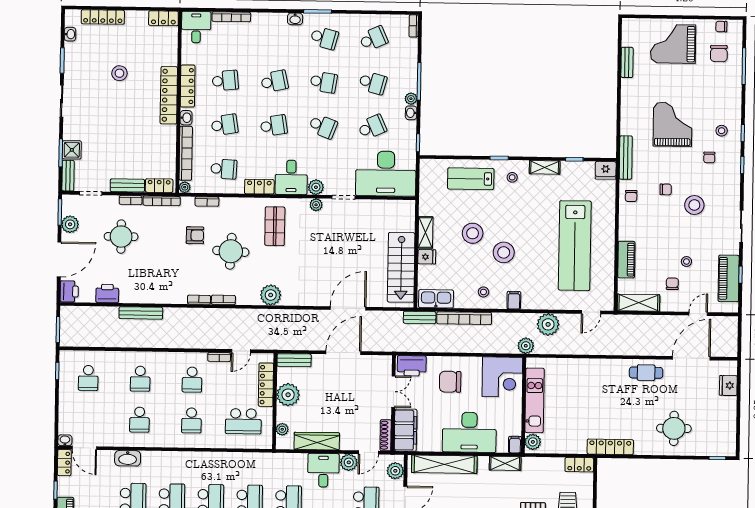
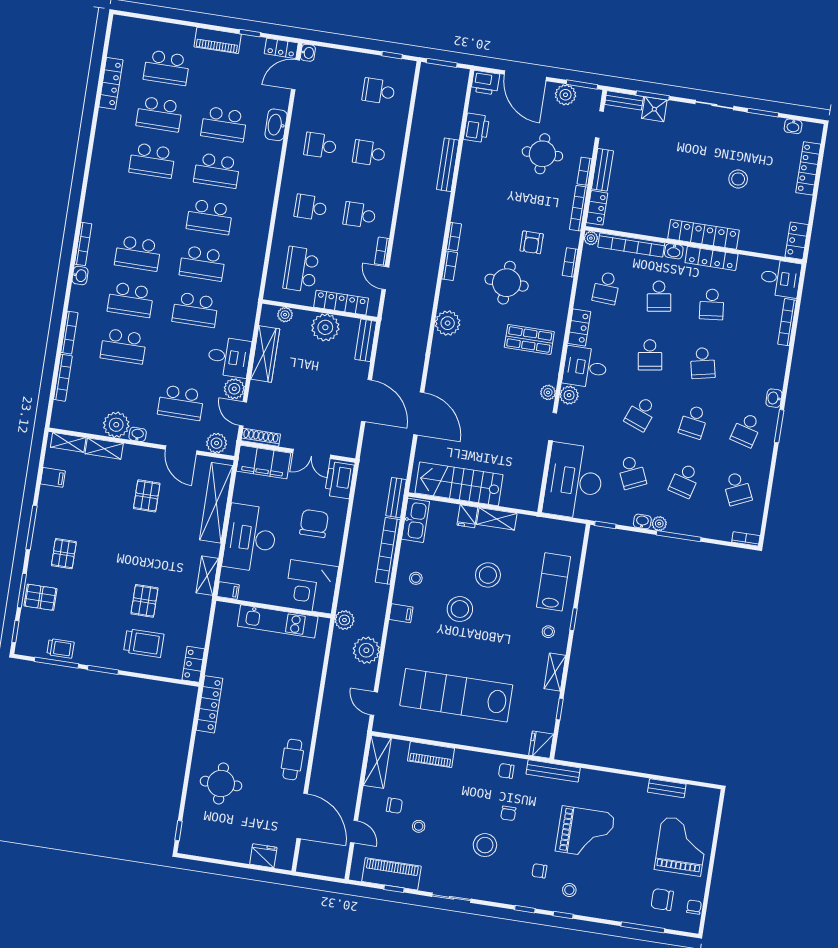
plant: (533, 442) -> (228, 612), removed

